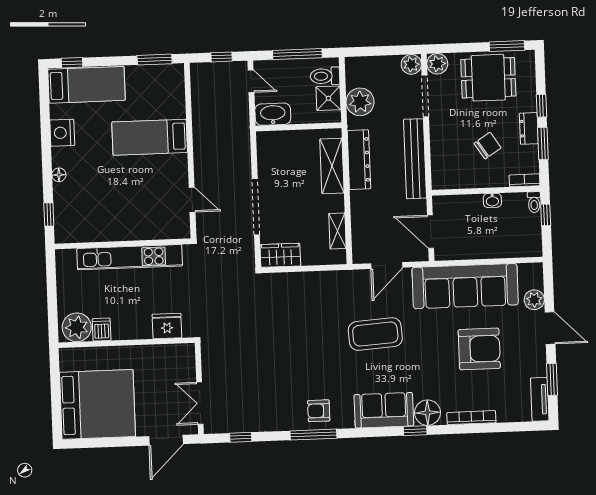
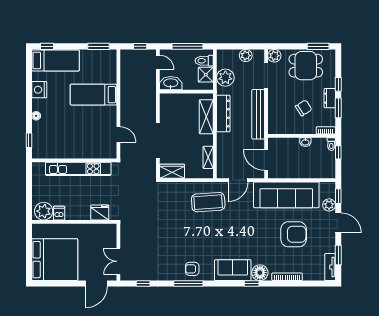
plant: (411, 64) -> (246, 56), moved
window: (548, 285) -> (338, 196), added
coffee table: (375, 334) -> (208, 202), moved

